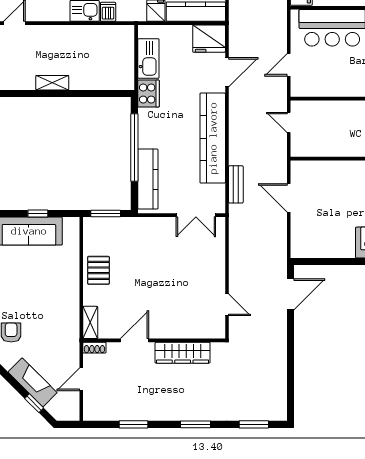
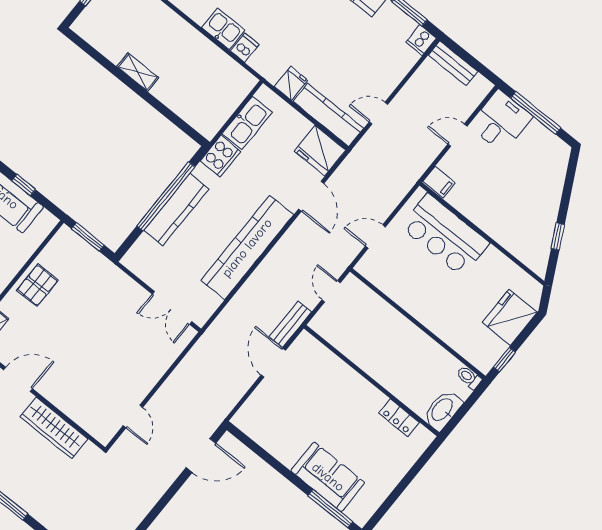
door: (227, 72) -> (311, 196), hinge flipped
kitchen counter: (148, 179) -> (176, 210), moved
bench: (236, 184) -> (290, 324), moved

